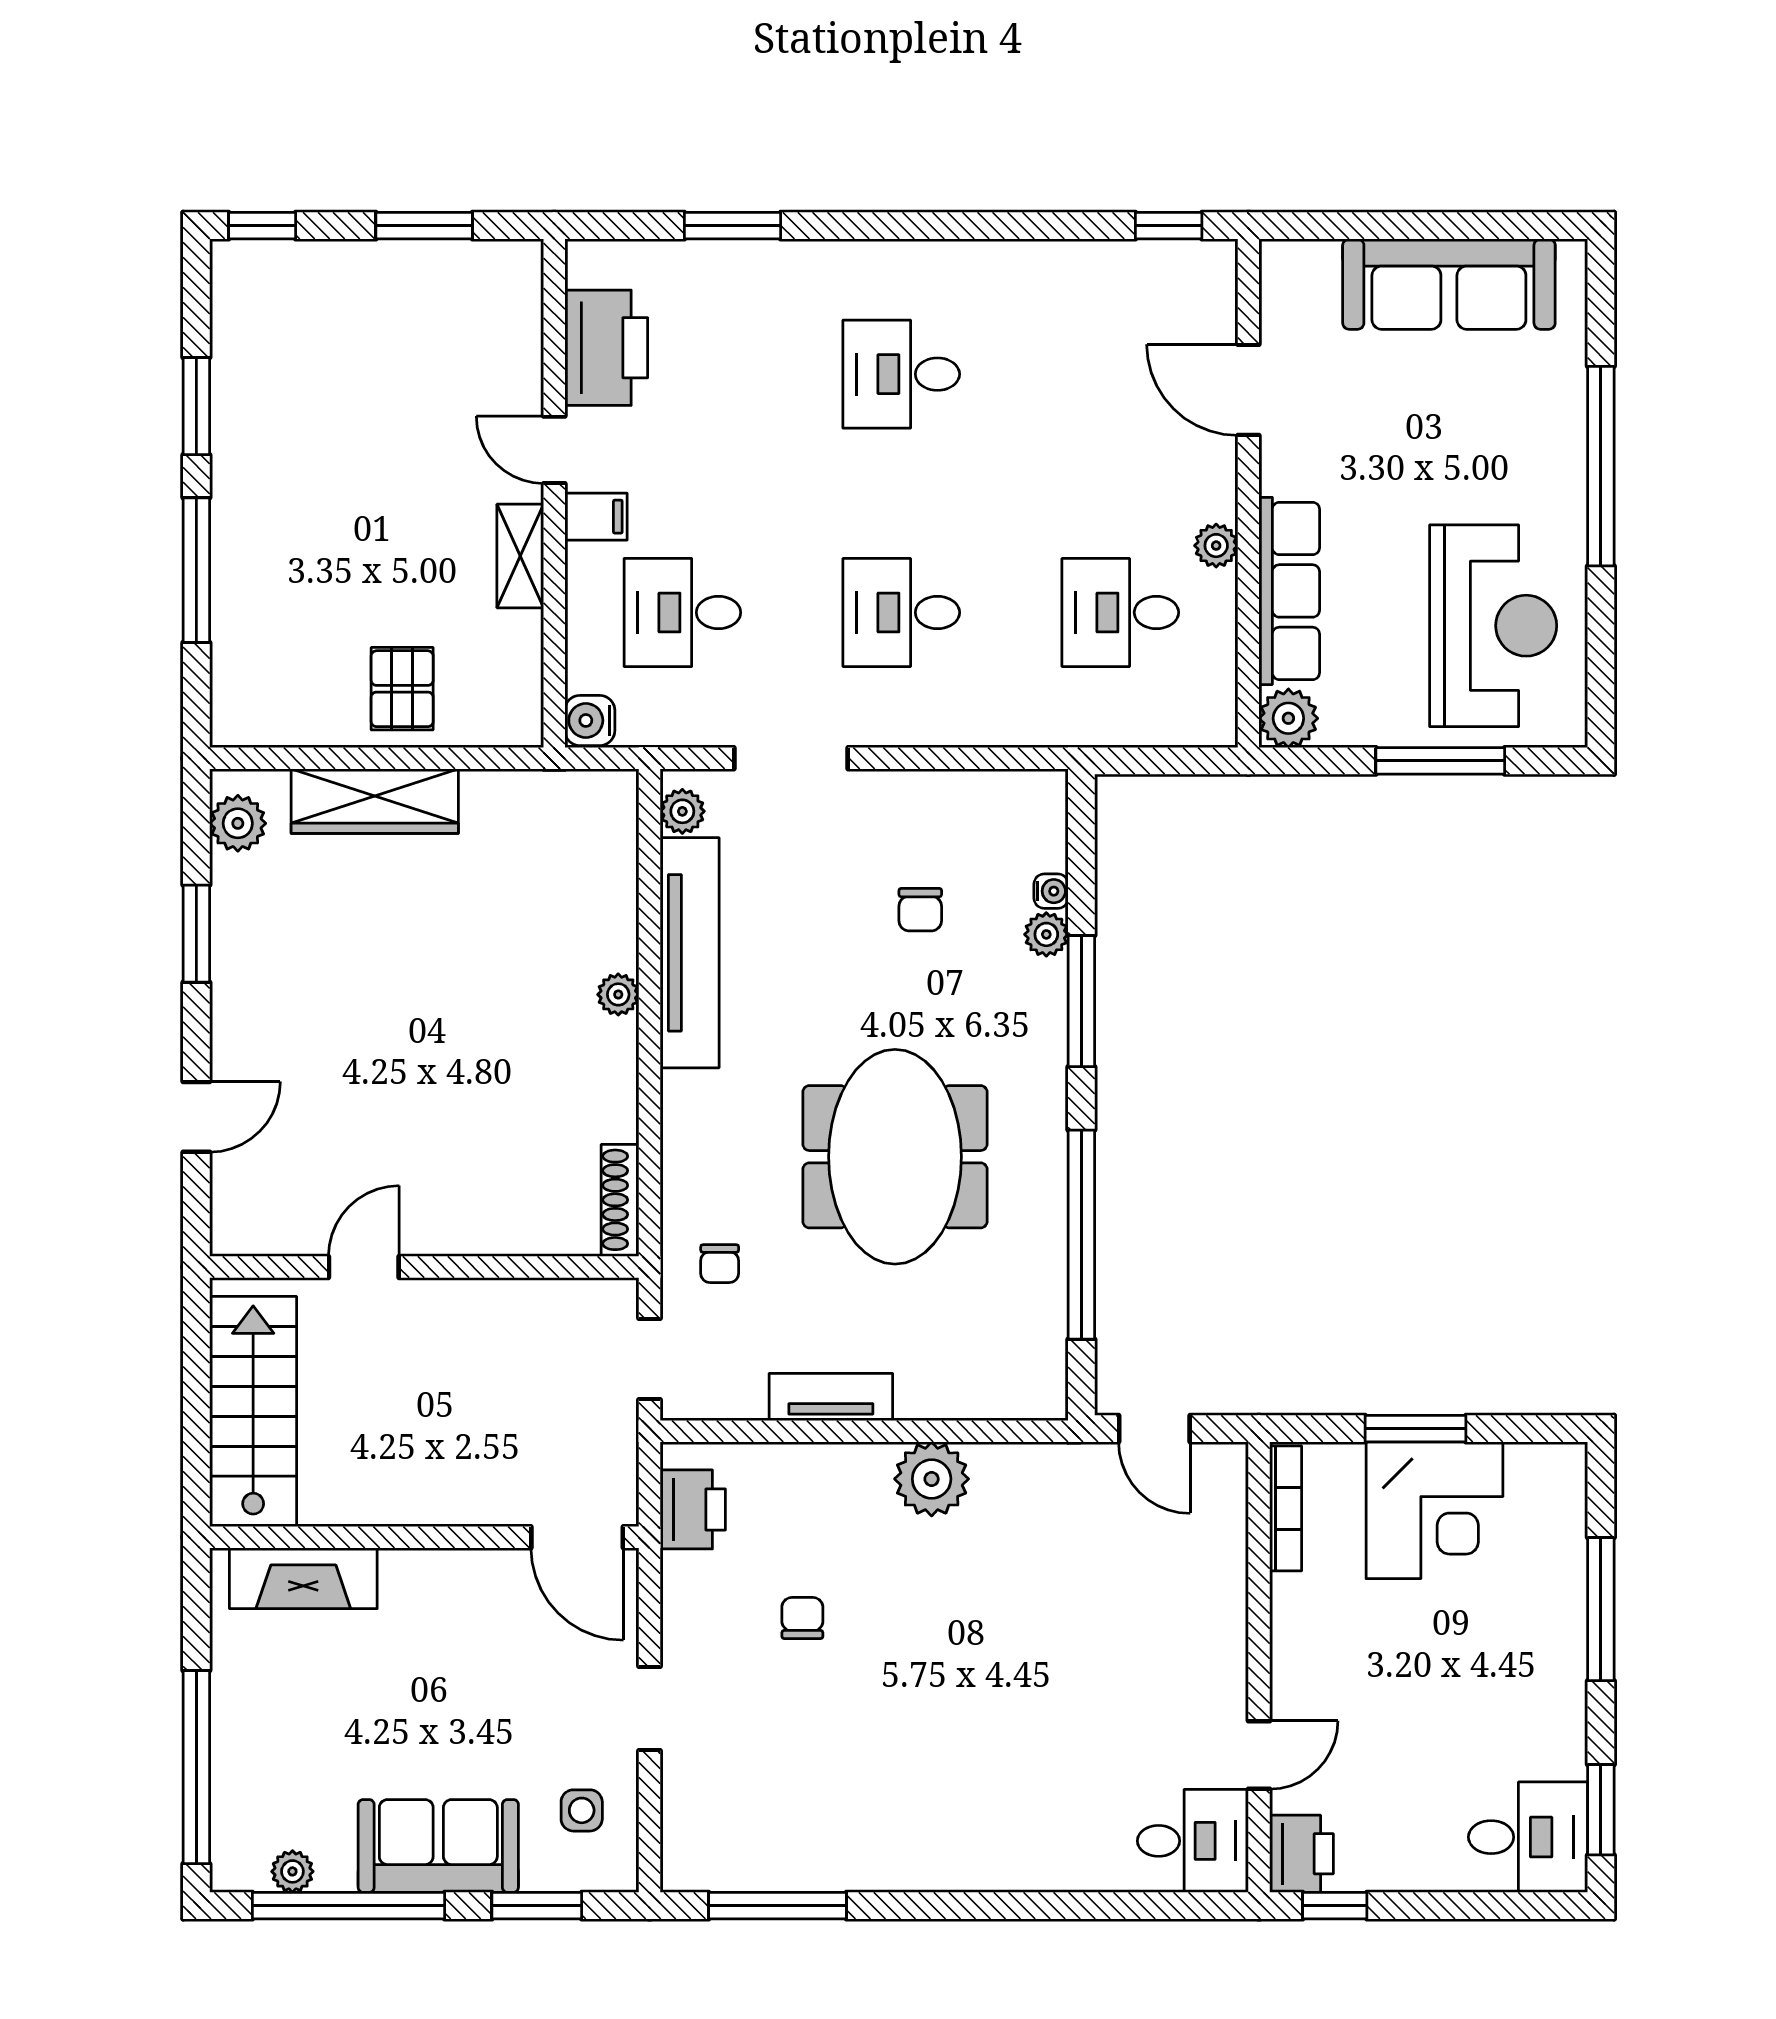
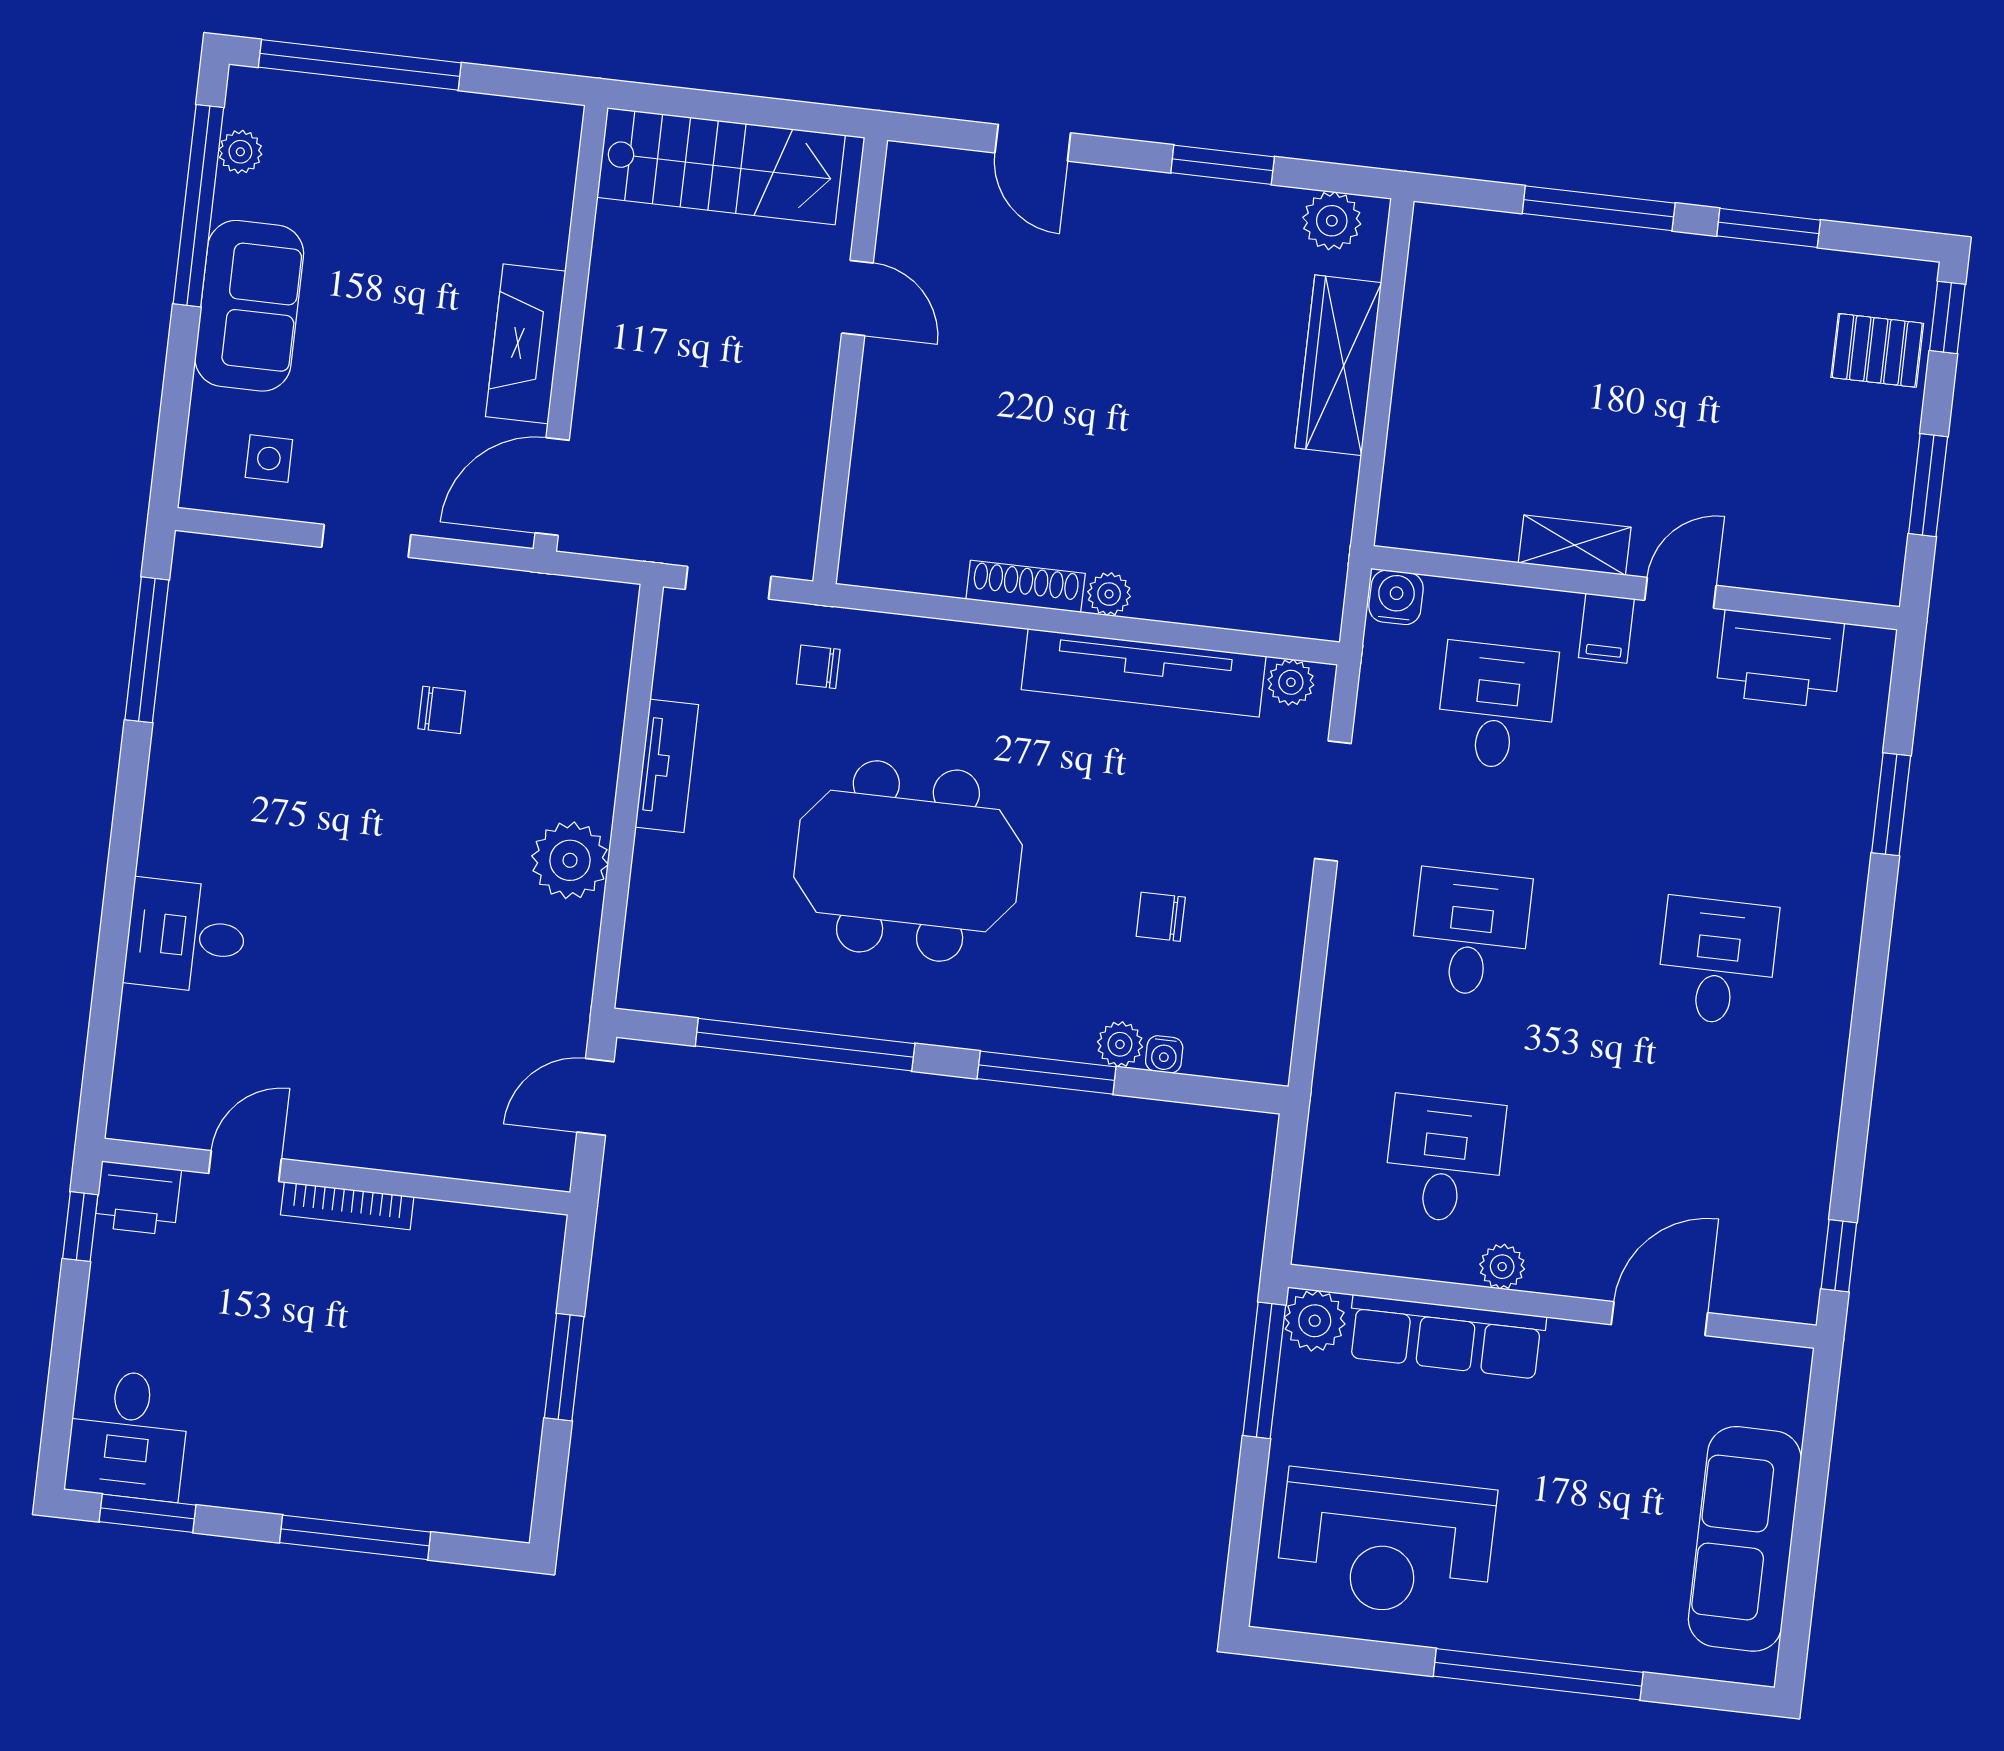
pallet: (402, 689) -> (1877, 350), moved
window: (1440, 761) -> (1264, 1370), moved
shoe rack: (620, 1200) -> (1026, 586), moved
bookcase: (1286, 1508) -> (347, 1206), moved
printer: (693, 1509) -> (567, 610), removed
corner desk: (1435, 1510) -> (477, 1377), removed
fireplace: (303, 1578) -> (526, 344), moved
door: (1259, 1755) -> (245, 1166), swing flipped
desk: (1193, 1841) -> (186, 936), moved, turned 90
window: (537, 1906) -> (176, 400), removed

